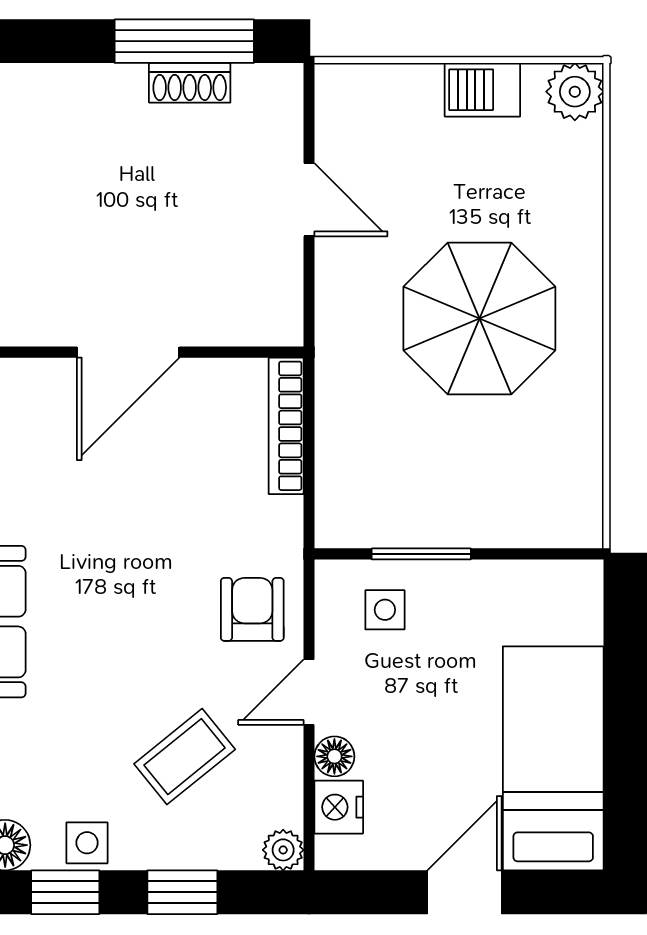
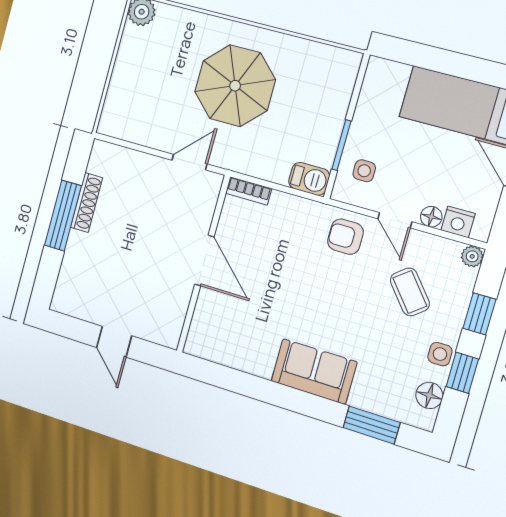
window: (184, 41) -> (63, 216), moved
shoe rack: (190, 83) -> (86, 203), width x1.43
barbecue: (482, 90) -> (309, 179), moved, turned -90
door: (309, 200) -> (190, 162), moved
bookcase: (286, 426) -> (249, 191), width x0.64

